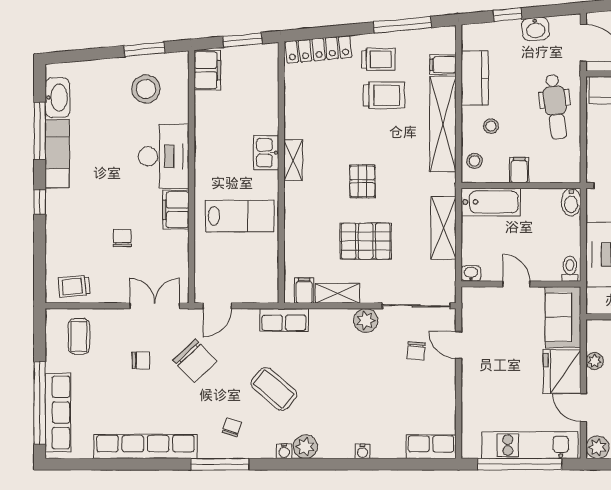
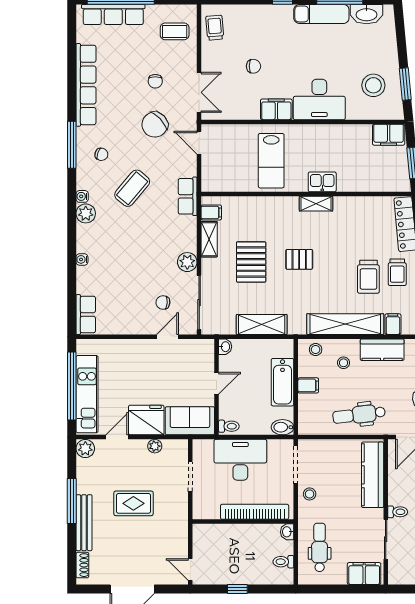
bathtub: (491, 202) -> (283, 382), moved

